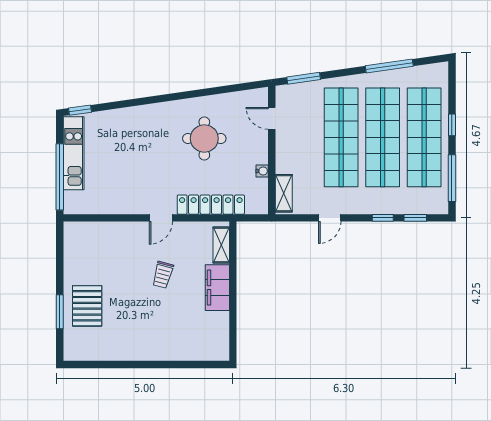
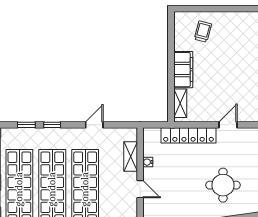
door: (272, 118) -> (140, 189), moved
round table: (204, 138) -> (223, 185), moved
shelving: (284, 193) -> (131, 156), moved
trolley: (163, 275) -> (203, 32), moved

